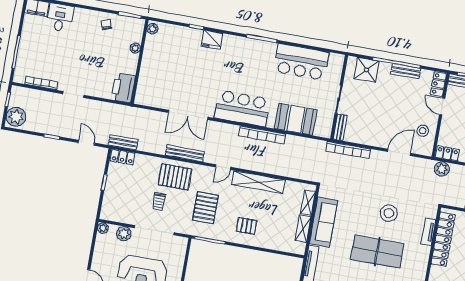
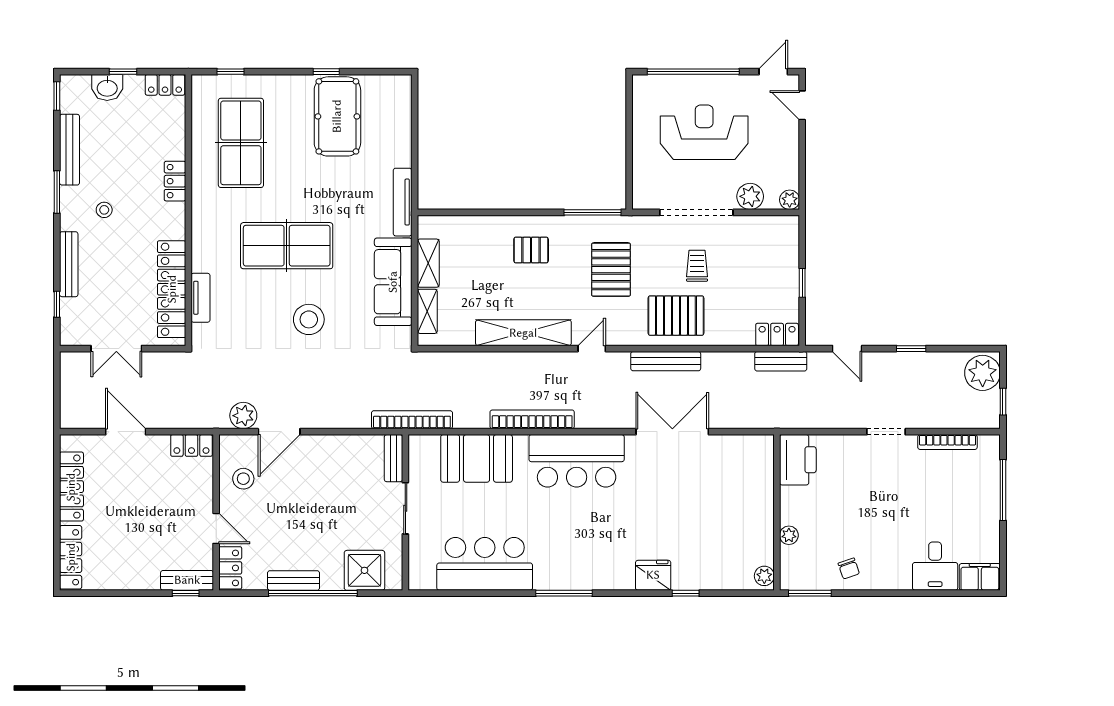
bookcase: (348, 150) -> (412, 420), moved
plant: (442, 169) -> (243, 416), moved
stool: (389, 213) -> (309, 319), moved

